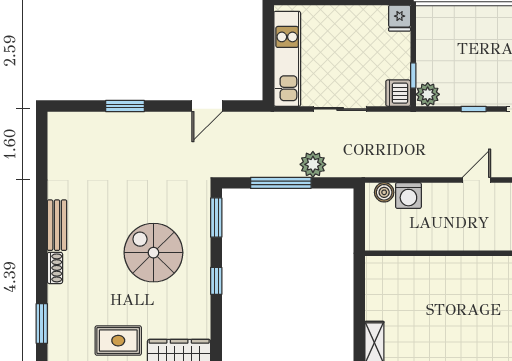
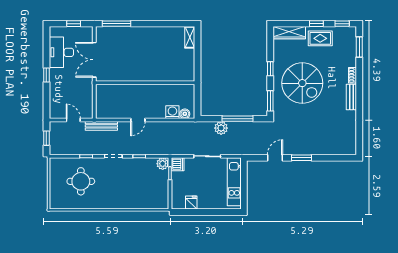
fridge: (400, 18) -> (191, 202), moved
window: (125, 106) -> (302, 158), moved
spiral stairs: (153, 253) -> (302, 83), width x1.37, depth x1.37

